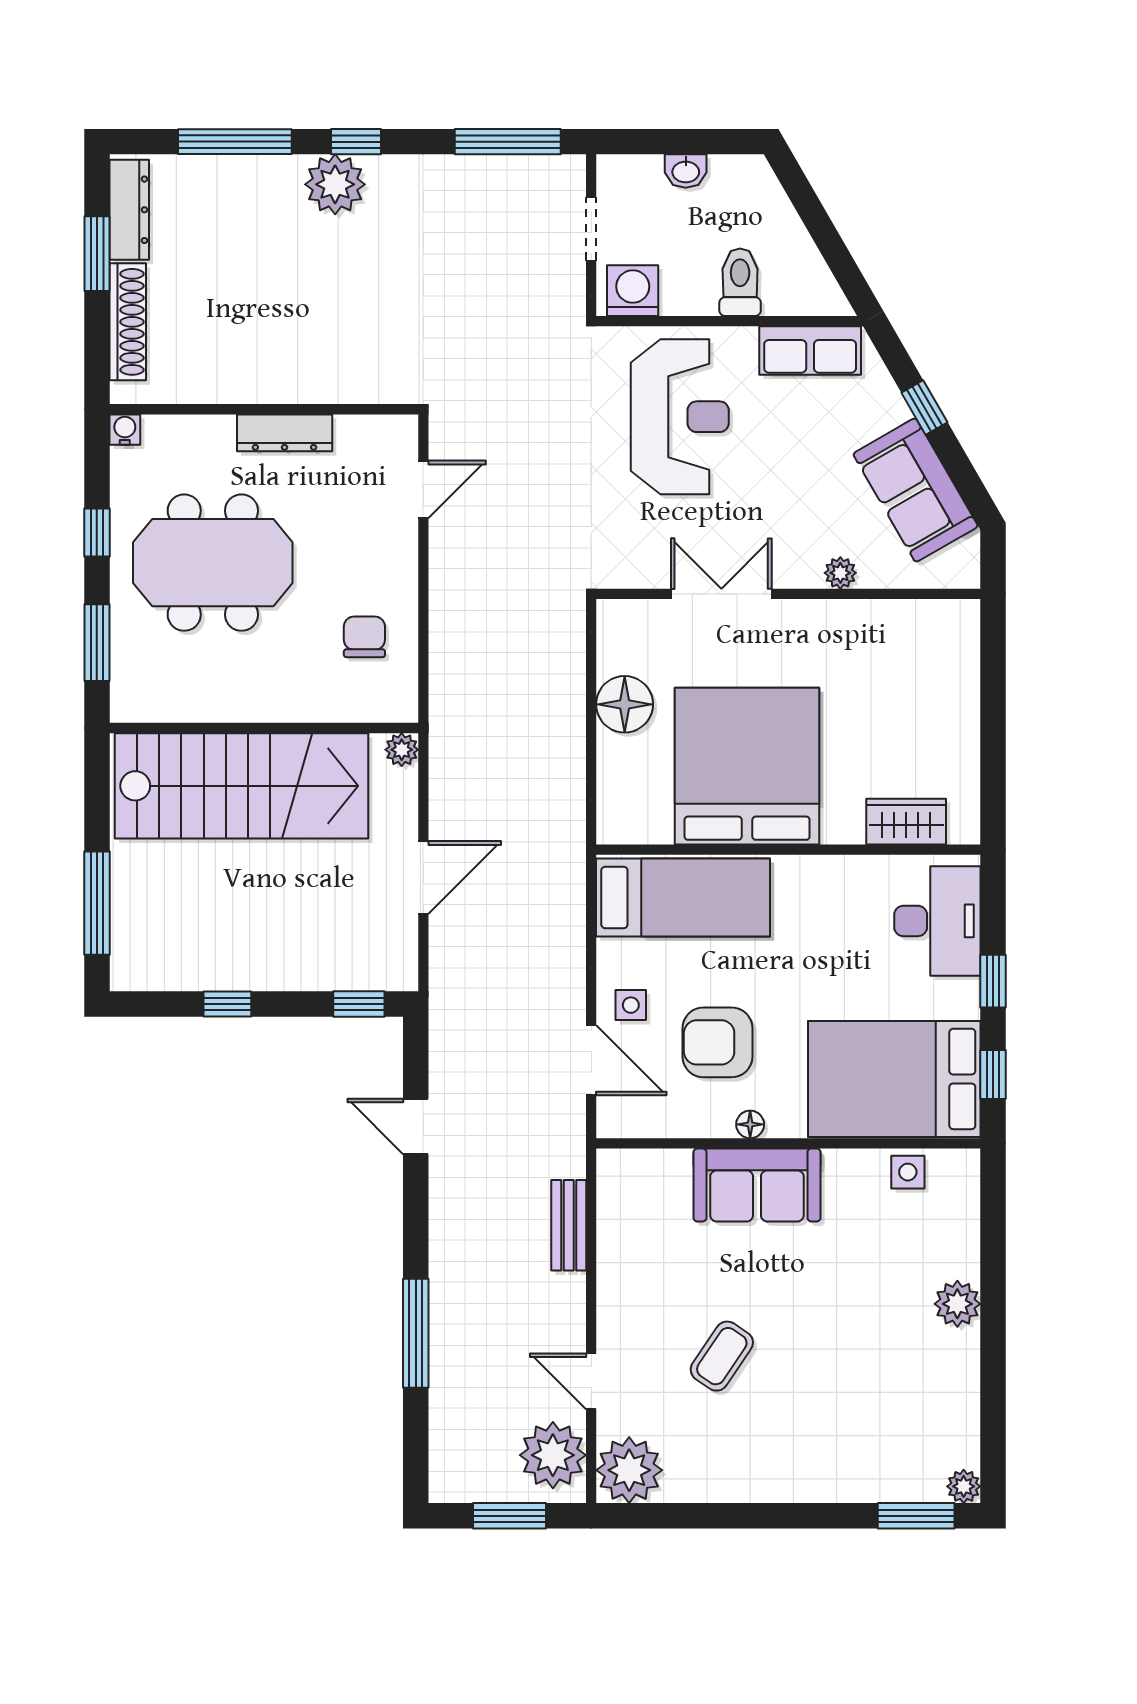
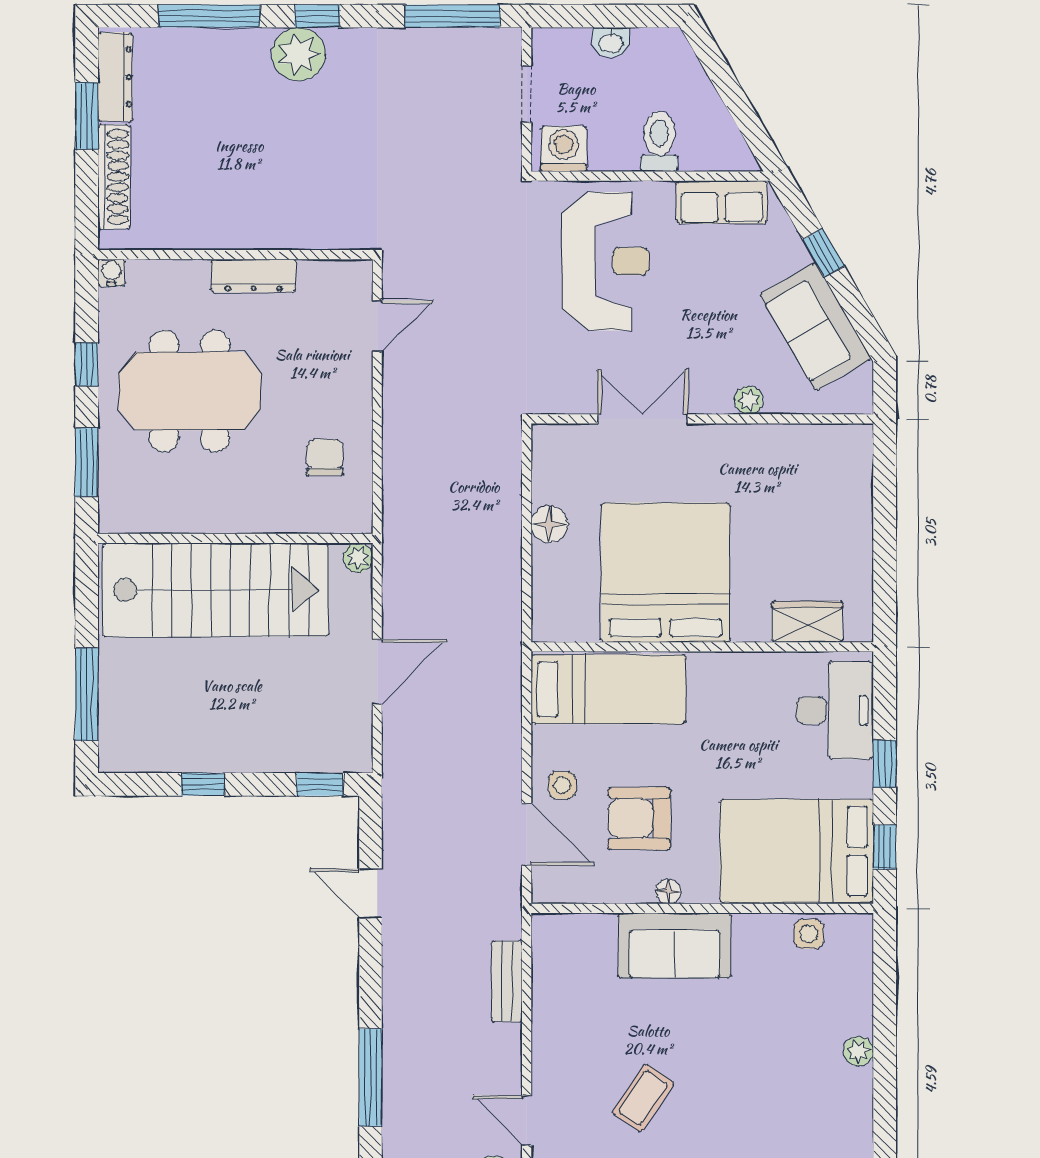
floor lamp: (625, 704) -> (550, 524), width x0.73, depth x0.73
plant: (957, 1304) -> (858, 1051), width x0.73, depth x0.73

